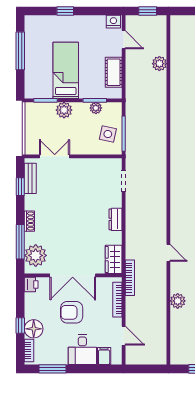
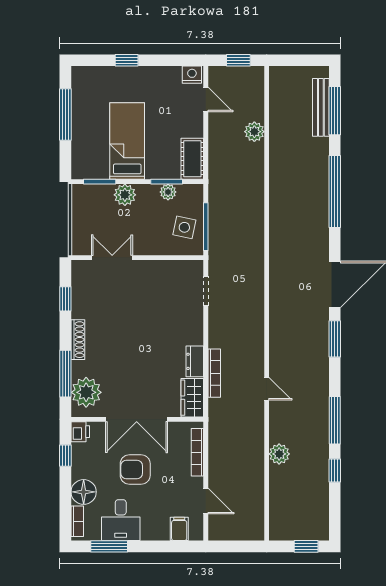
cot: (114, 72) -> (192, 159), moved
bench: (30, 178) -> (79, 288), removed
dresser: (116, 219) -> (195, 361), moved
shoe rack: (29, 221) -> (78, 340), width x1.43
bookcase: (130, 278) -> (214, 373), moved
window: (20, 325) -> (65, 456), moved
desk: (82, 350) -> (121, 520), moved

